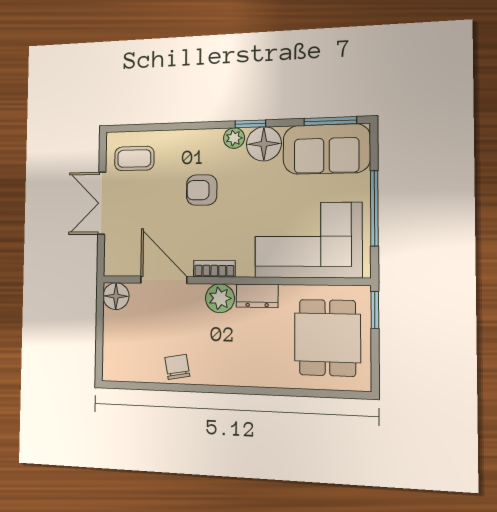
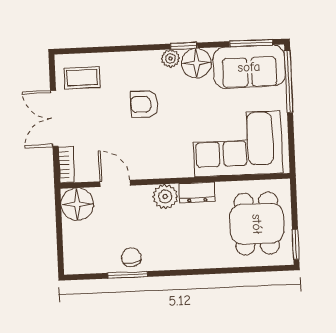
window: (374, 208) -> (289, 81), moved
bookcase: (214, 269) -> (66, 165), moved, turned 90
door: (164, 280) -> (115, 183), width x0.73
floor lamp: (116, 296) -> (77, 204), width x1.38, depth x1.38
window: (375, 310) -> (296, 244), moved
window: (172, 387) -> (128, 275), added

